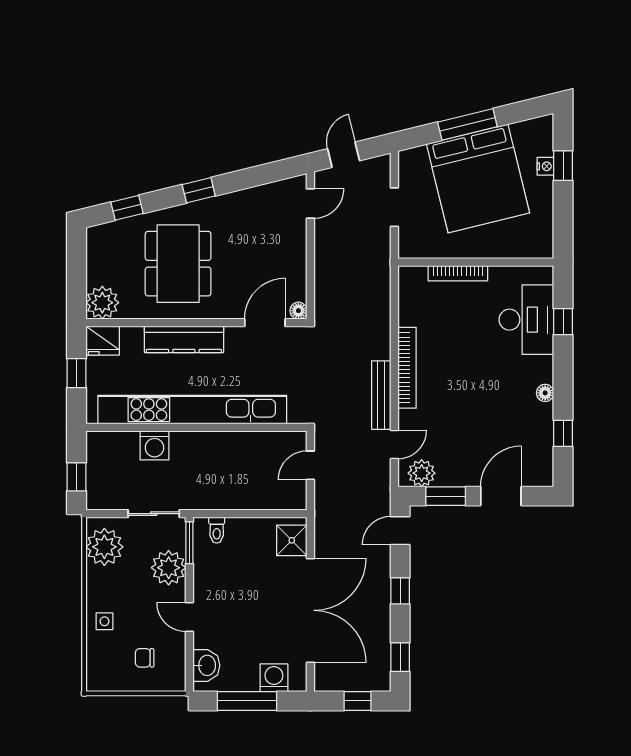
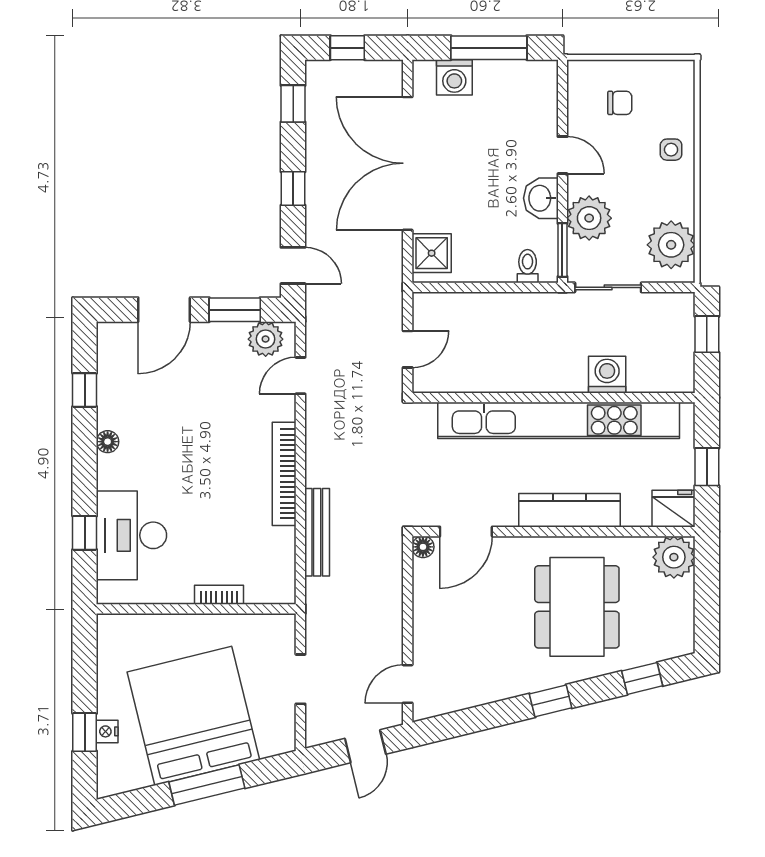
bookcase: (458, 273) -> (219, 595), width x0.64
bench: (381, 395) -> (317, 532), moved
door: (400, 531) -> (293, 265), hinge flipped
washbasin: (206, 665) -> (541, 198), moved

